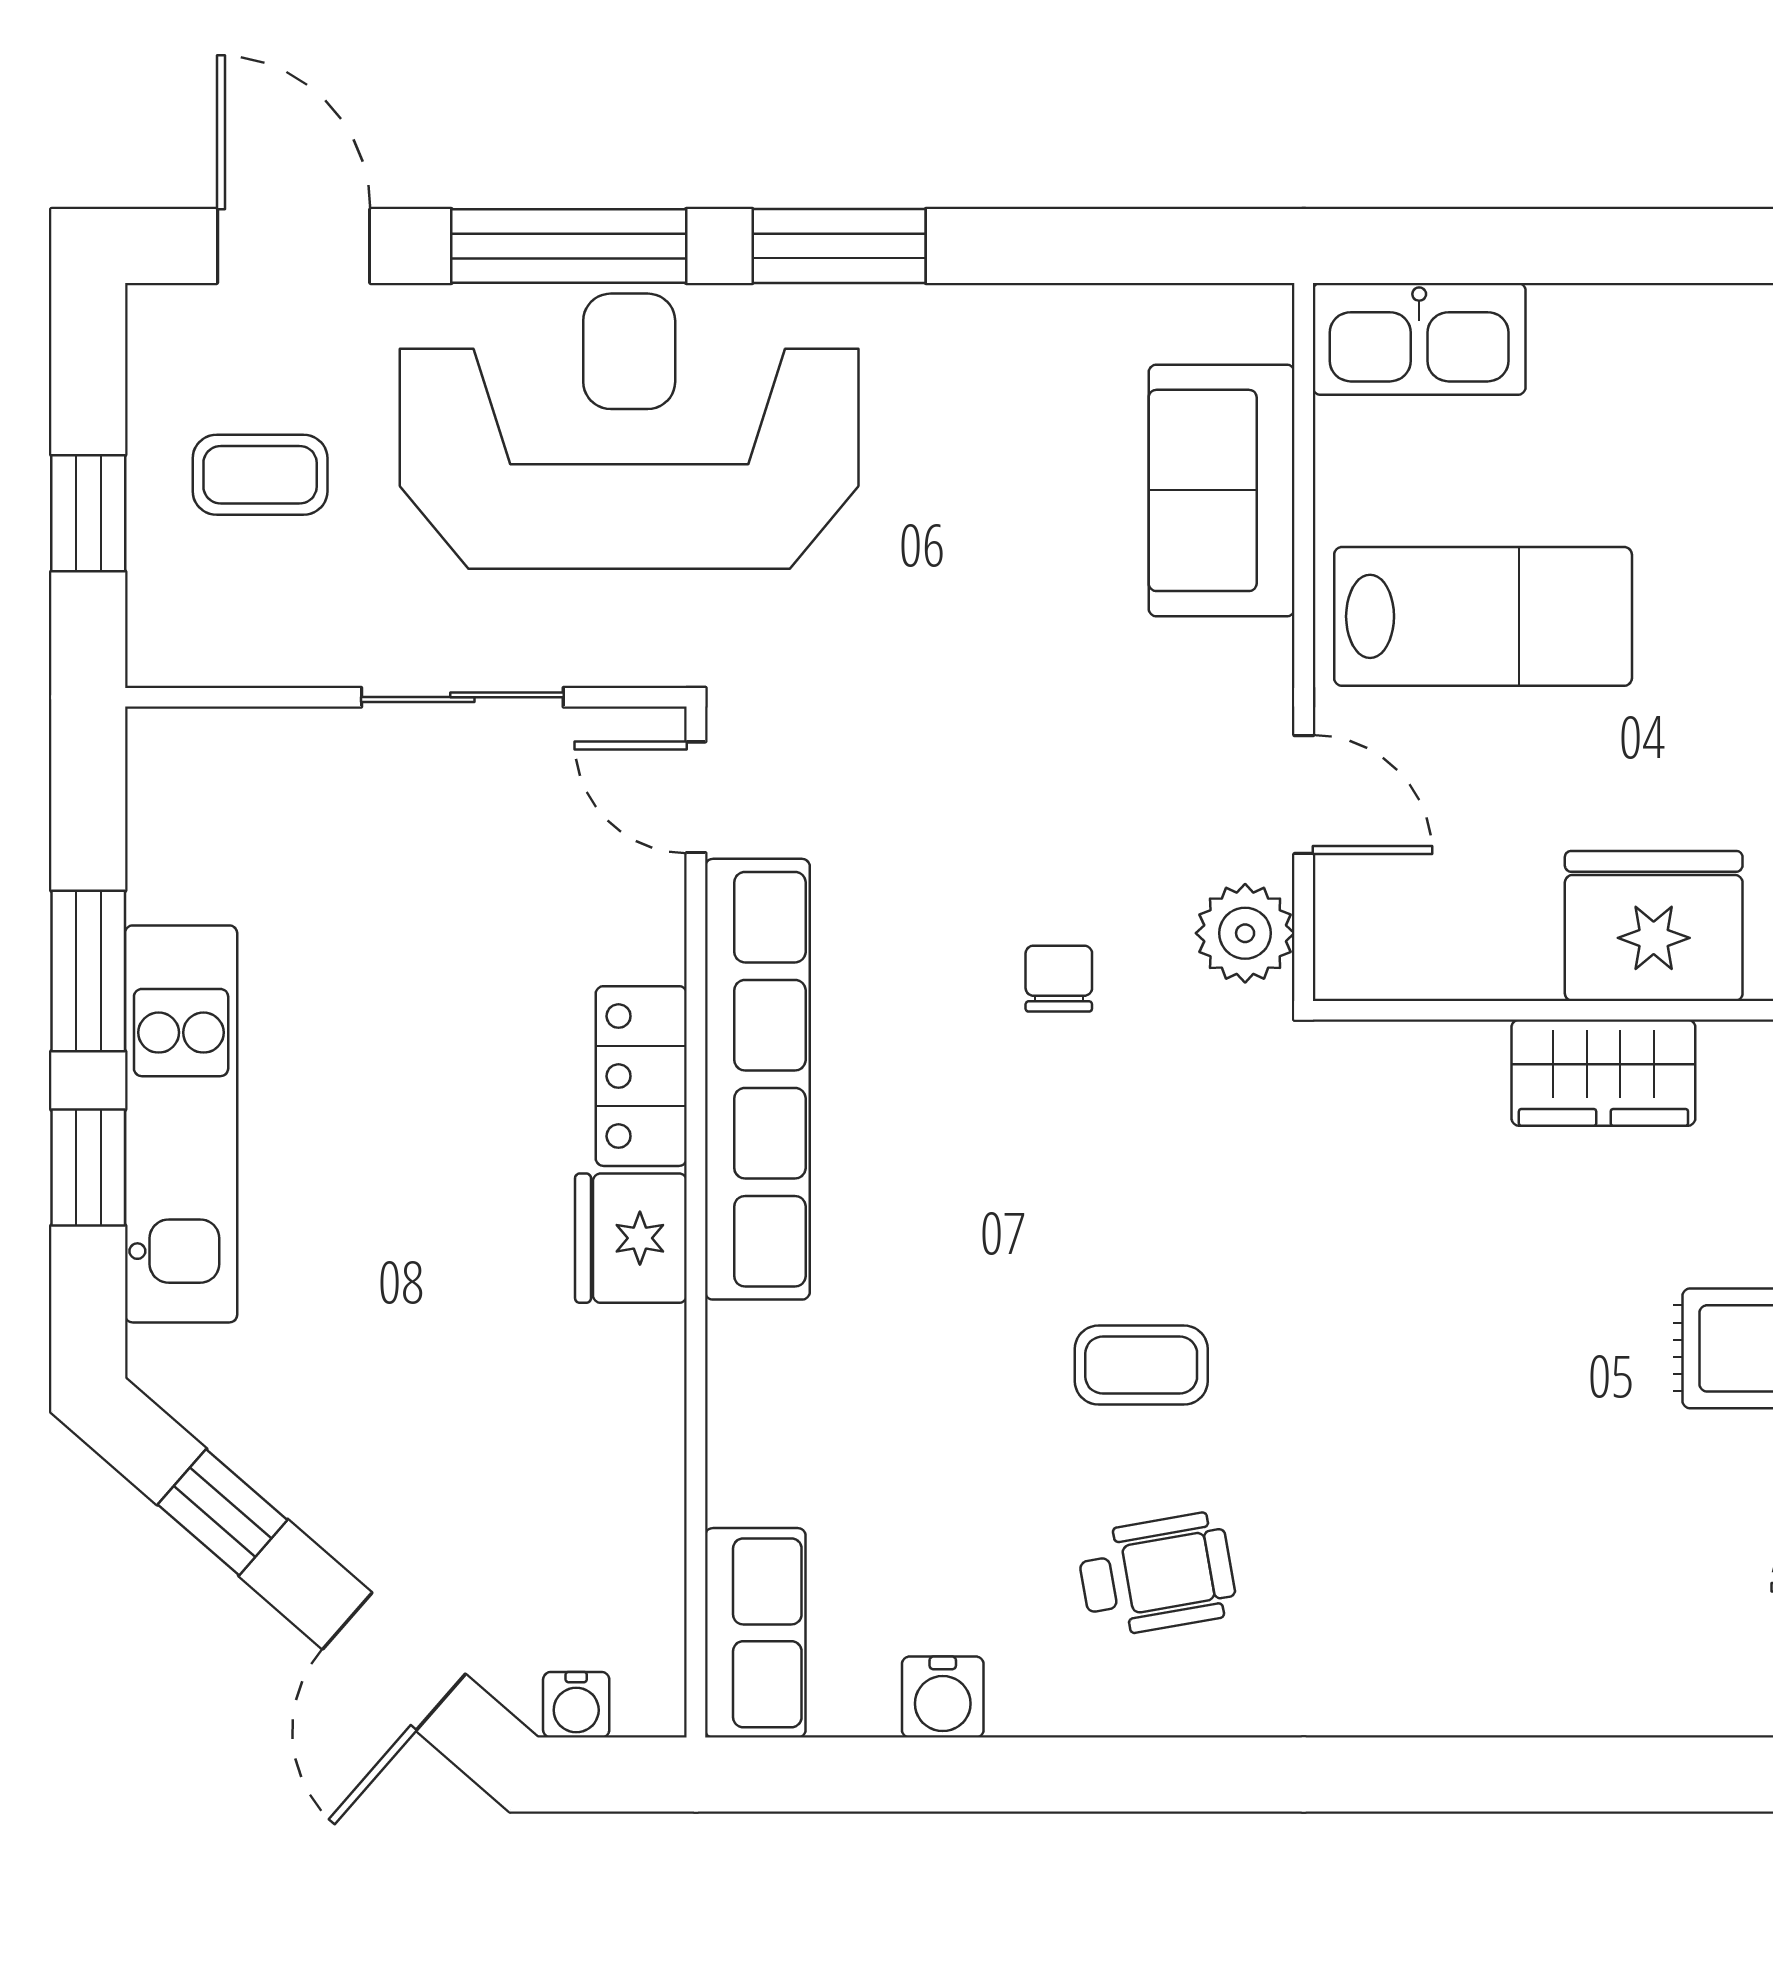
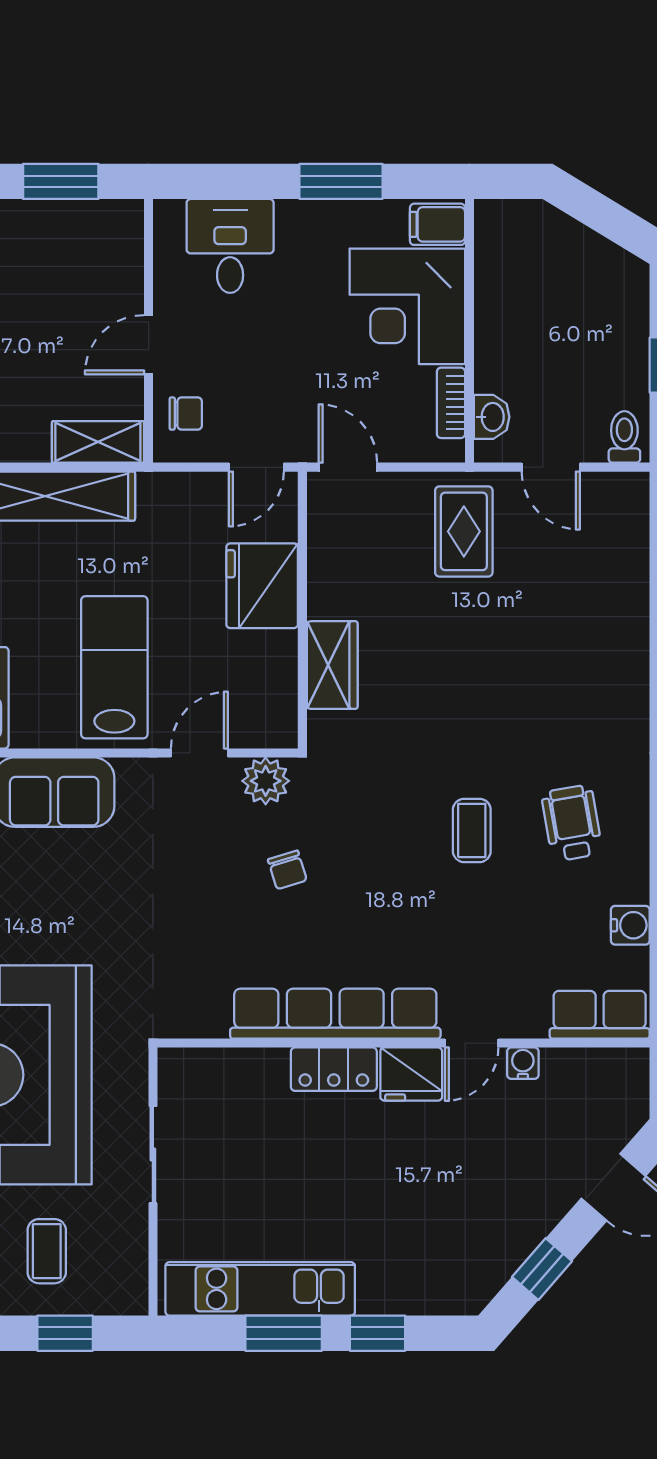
door: (696, 797) -> (472, 1043), moved
chair: (1059, 979) -> (287, 870), turned -107
wardrobe: (1603, 1073) -> (332, 665), moved
kitchen unit: (181, 1124) -> (260, 1289), moved
water cooler: (576, 1705) -> (523, 1063), moved, turned -90

